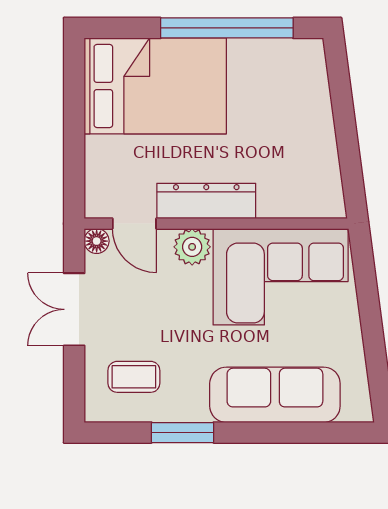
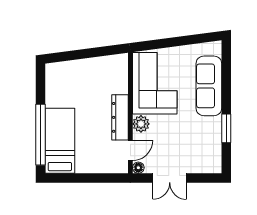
window: (227, 28) -> (41, 135), moved
bed: (155, 86) -> (60, 141), width x0.67
coffee table: (134, 377) -> (201, 151), removed

